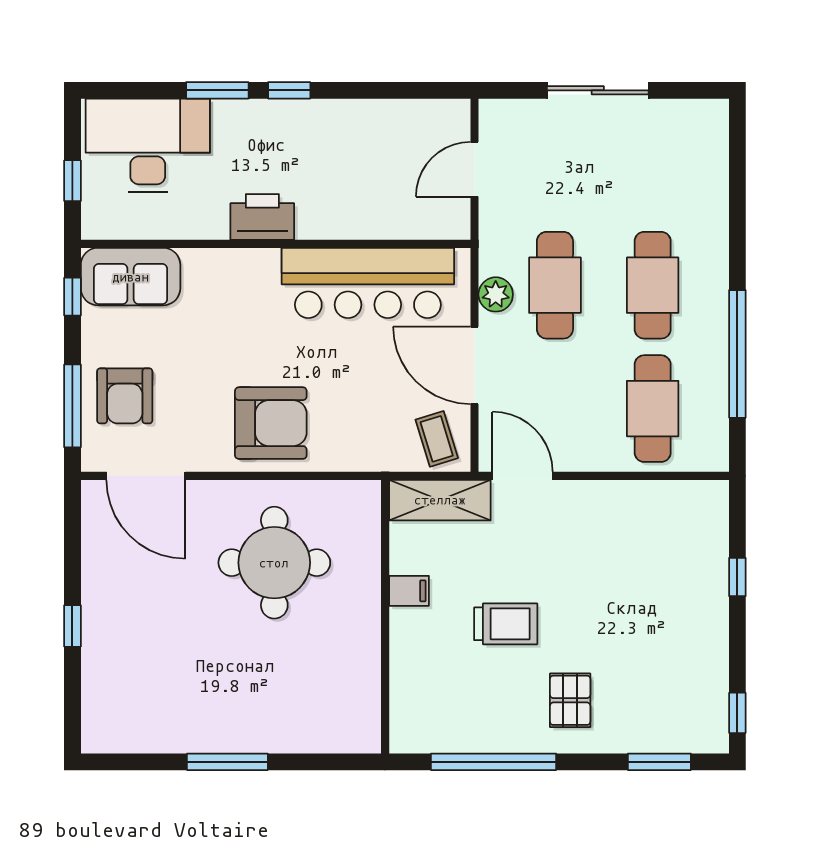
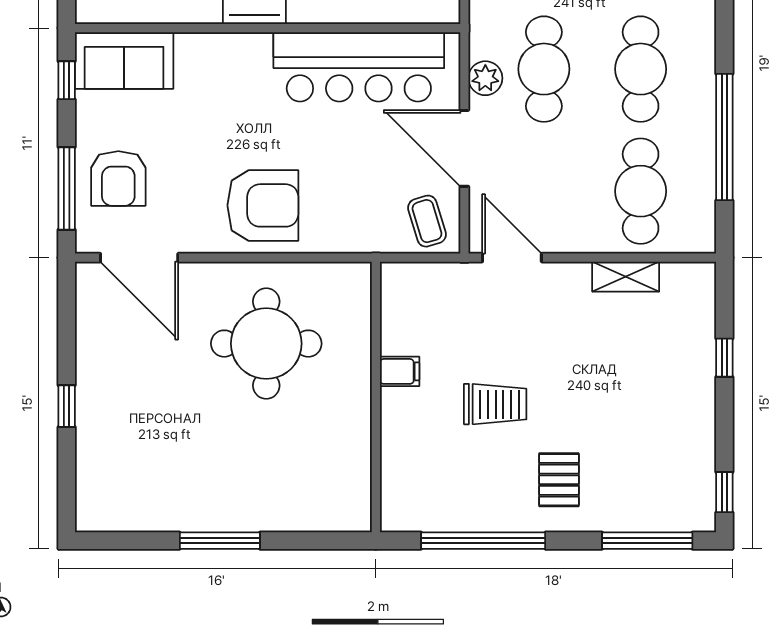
shelving: (440, 500) -> (626, 277), moved, width x0.67, depth x0.75
window: (659, 762) -> (647, 541), width x1.44

